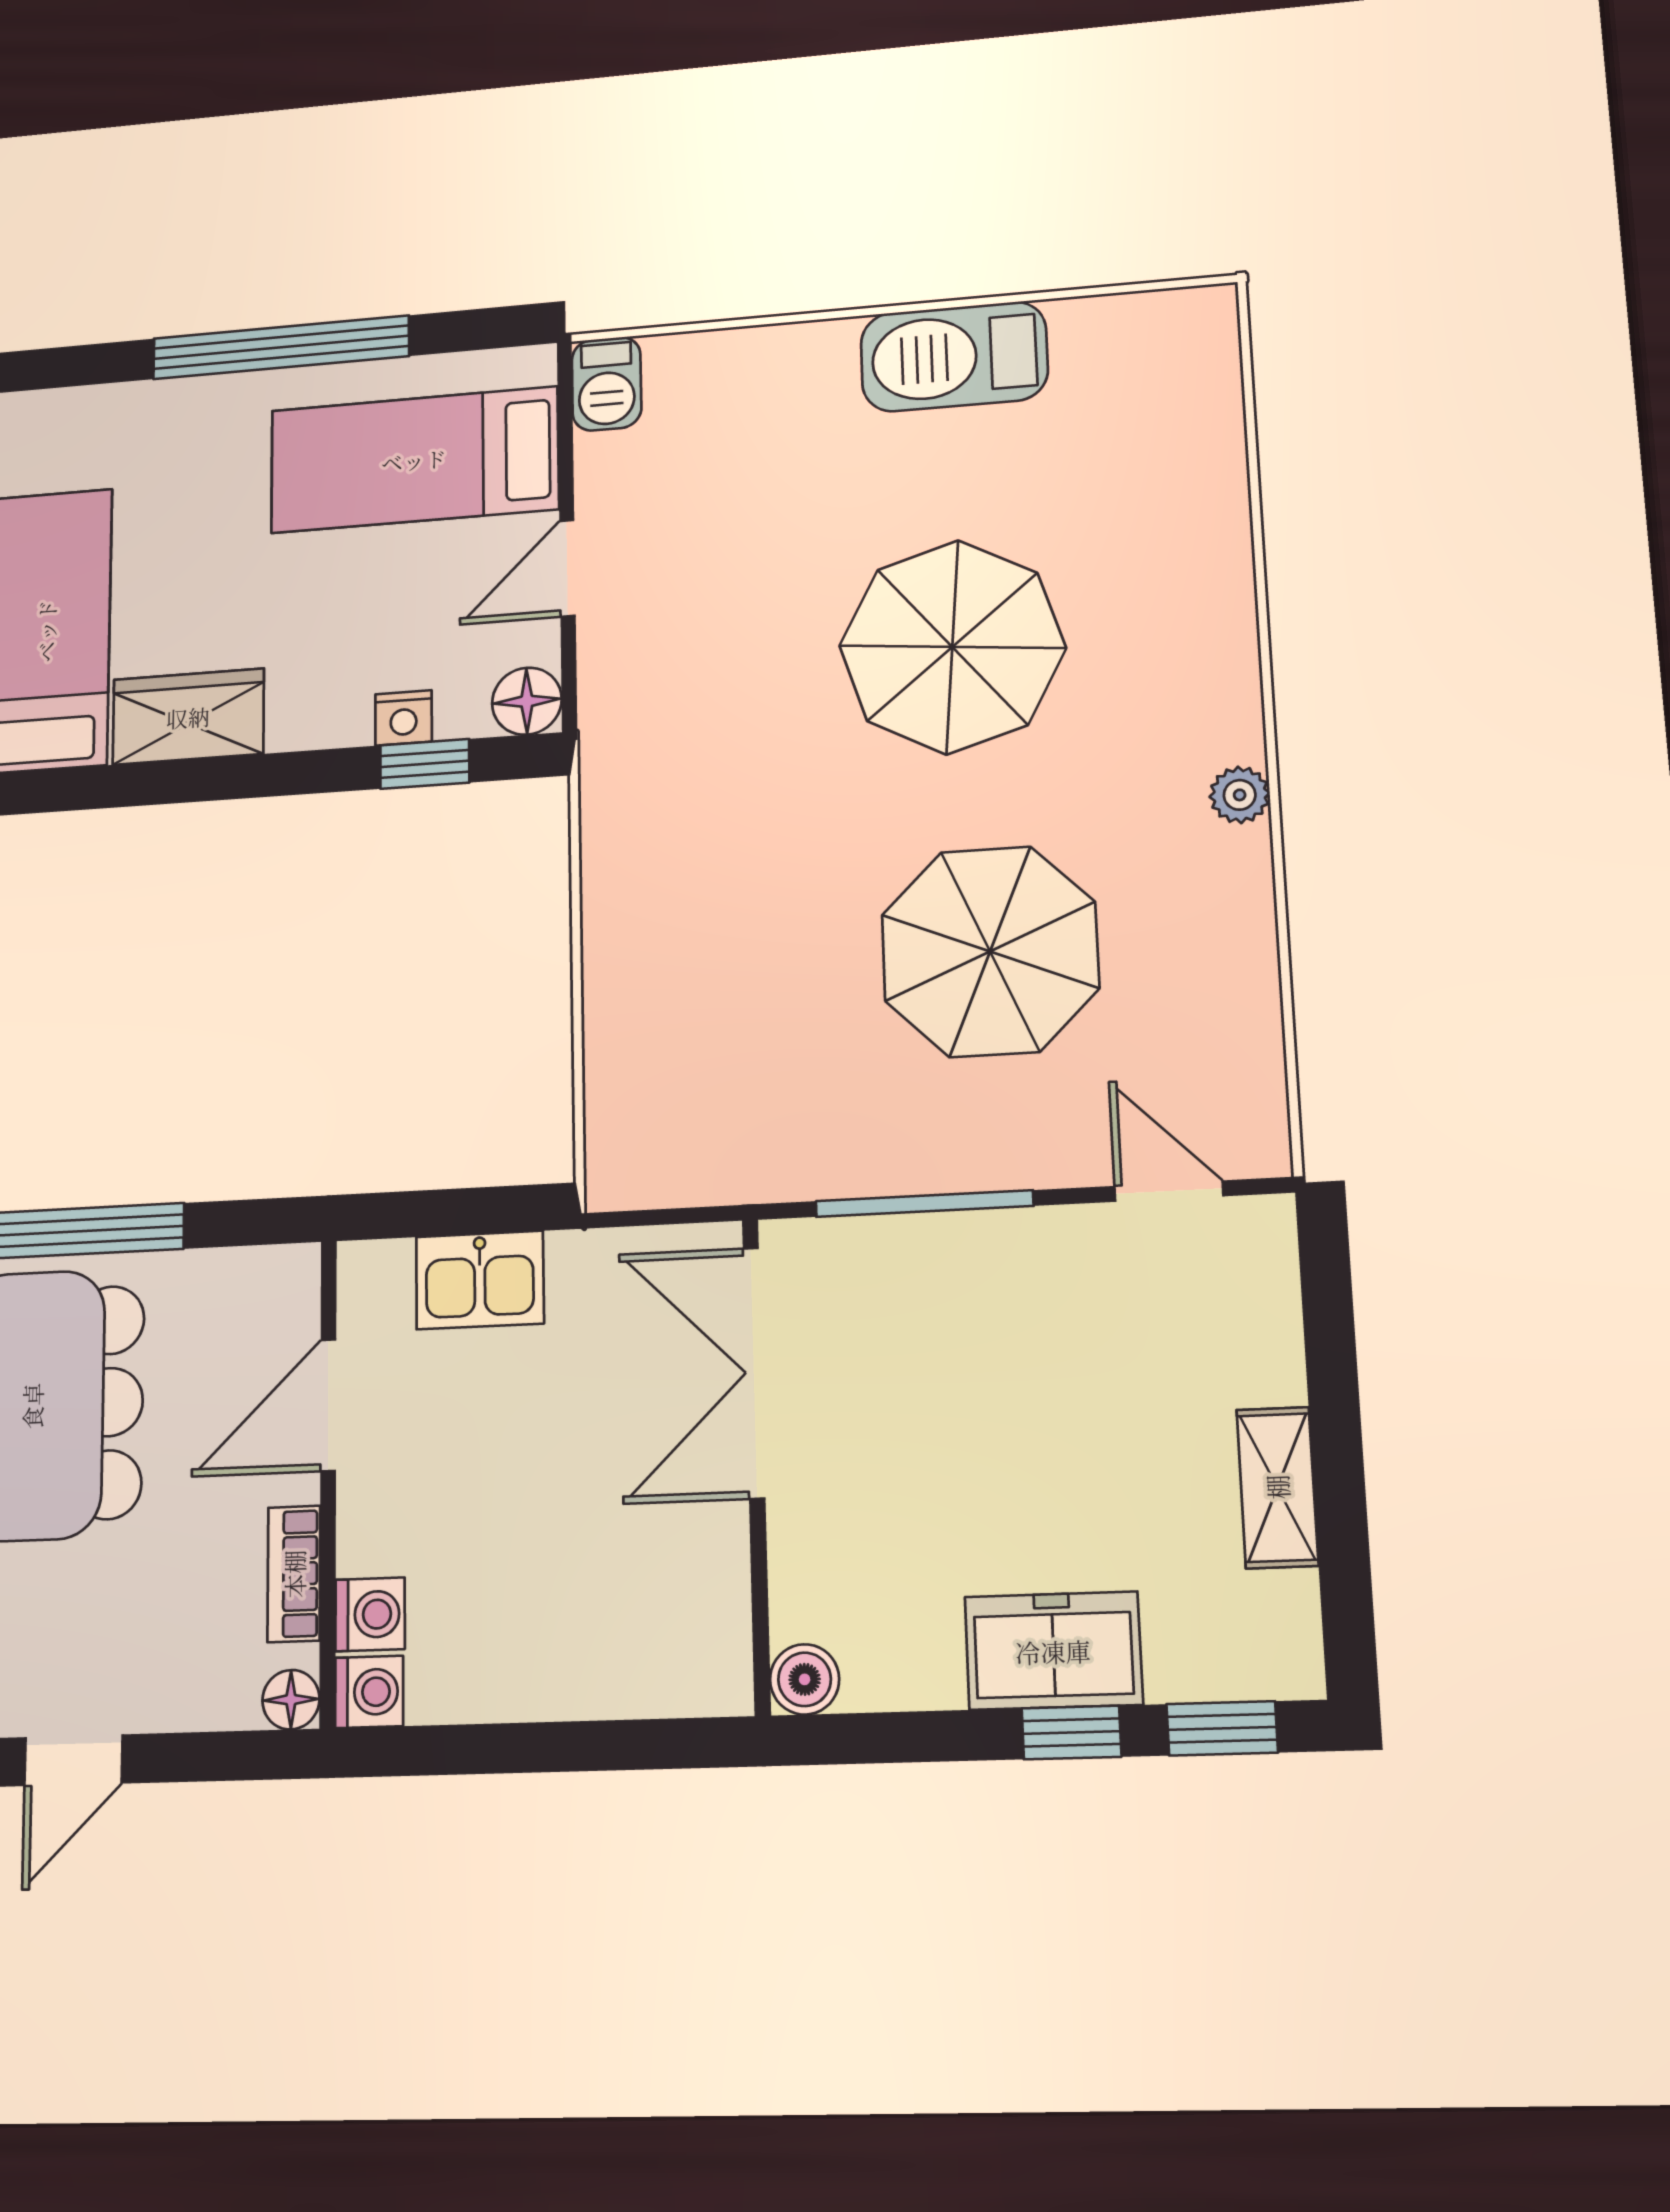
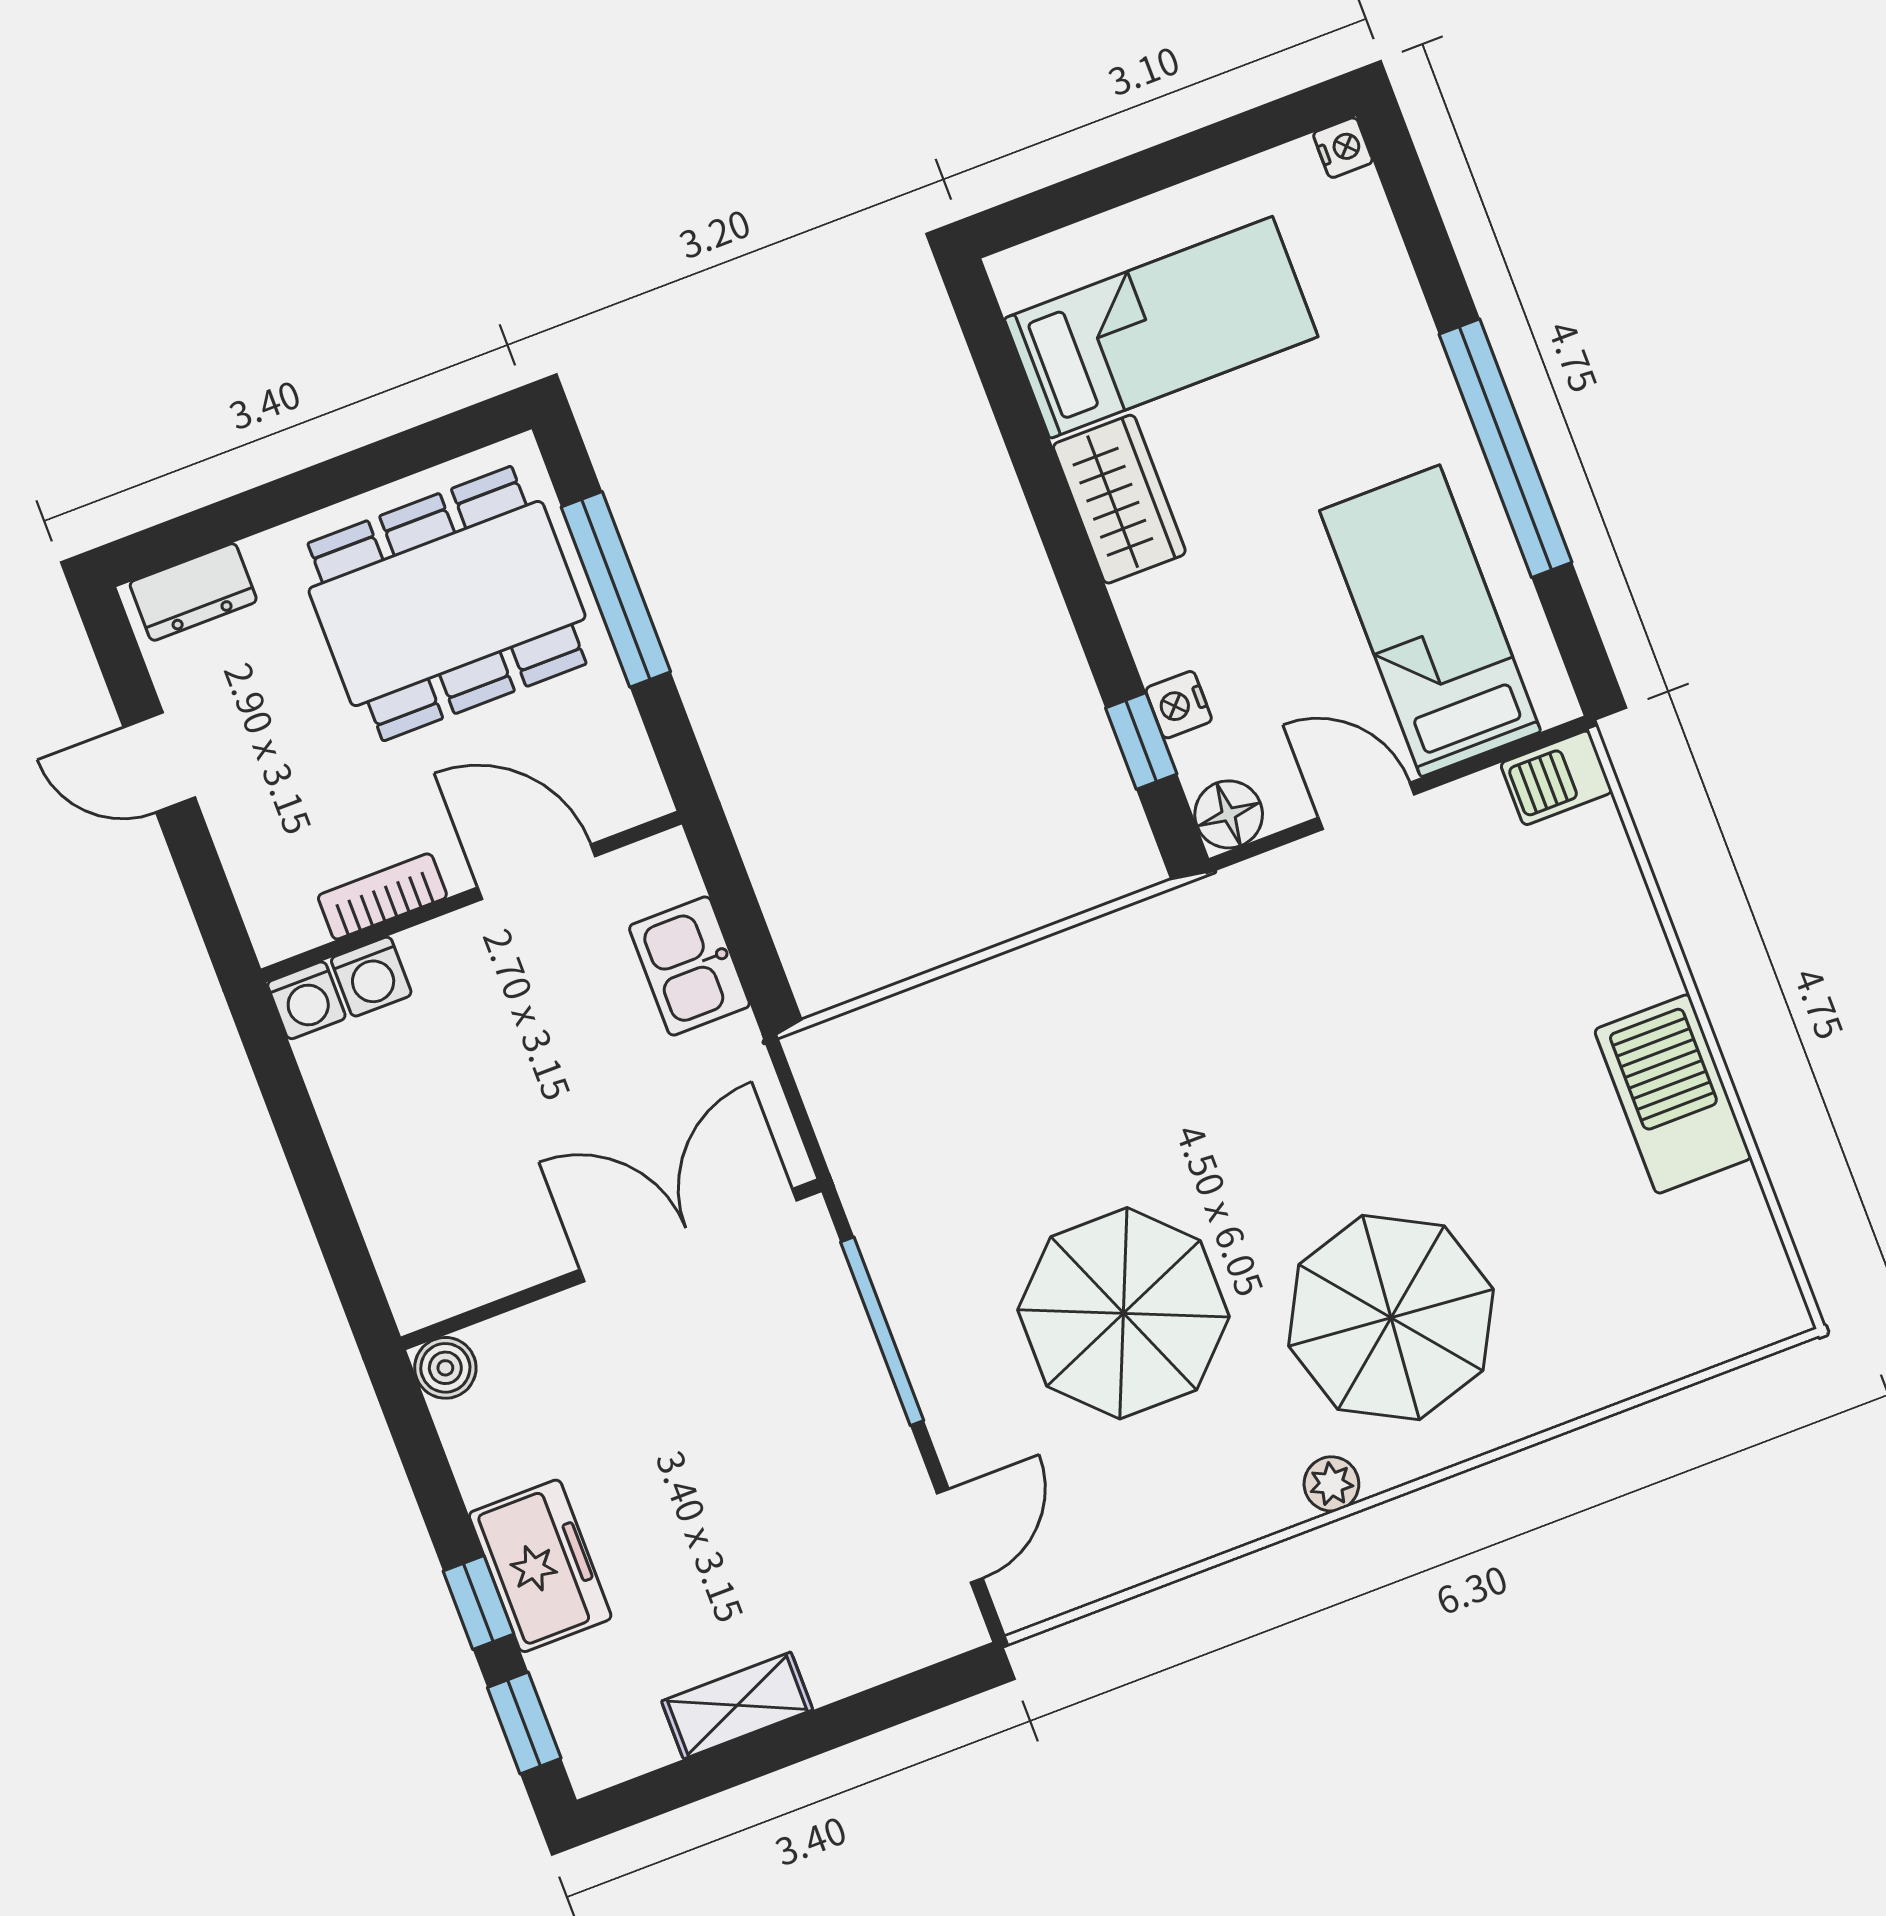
parasol: (952, 647) -> (1391, 1318), moved
floor lamp: (291, 1700) -> (276, 935), removed

